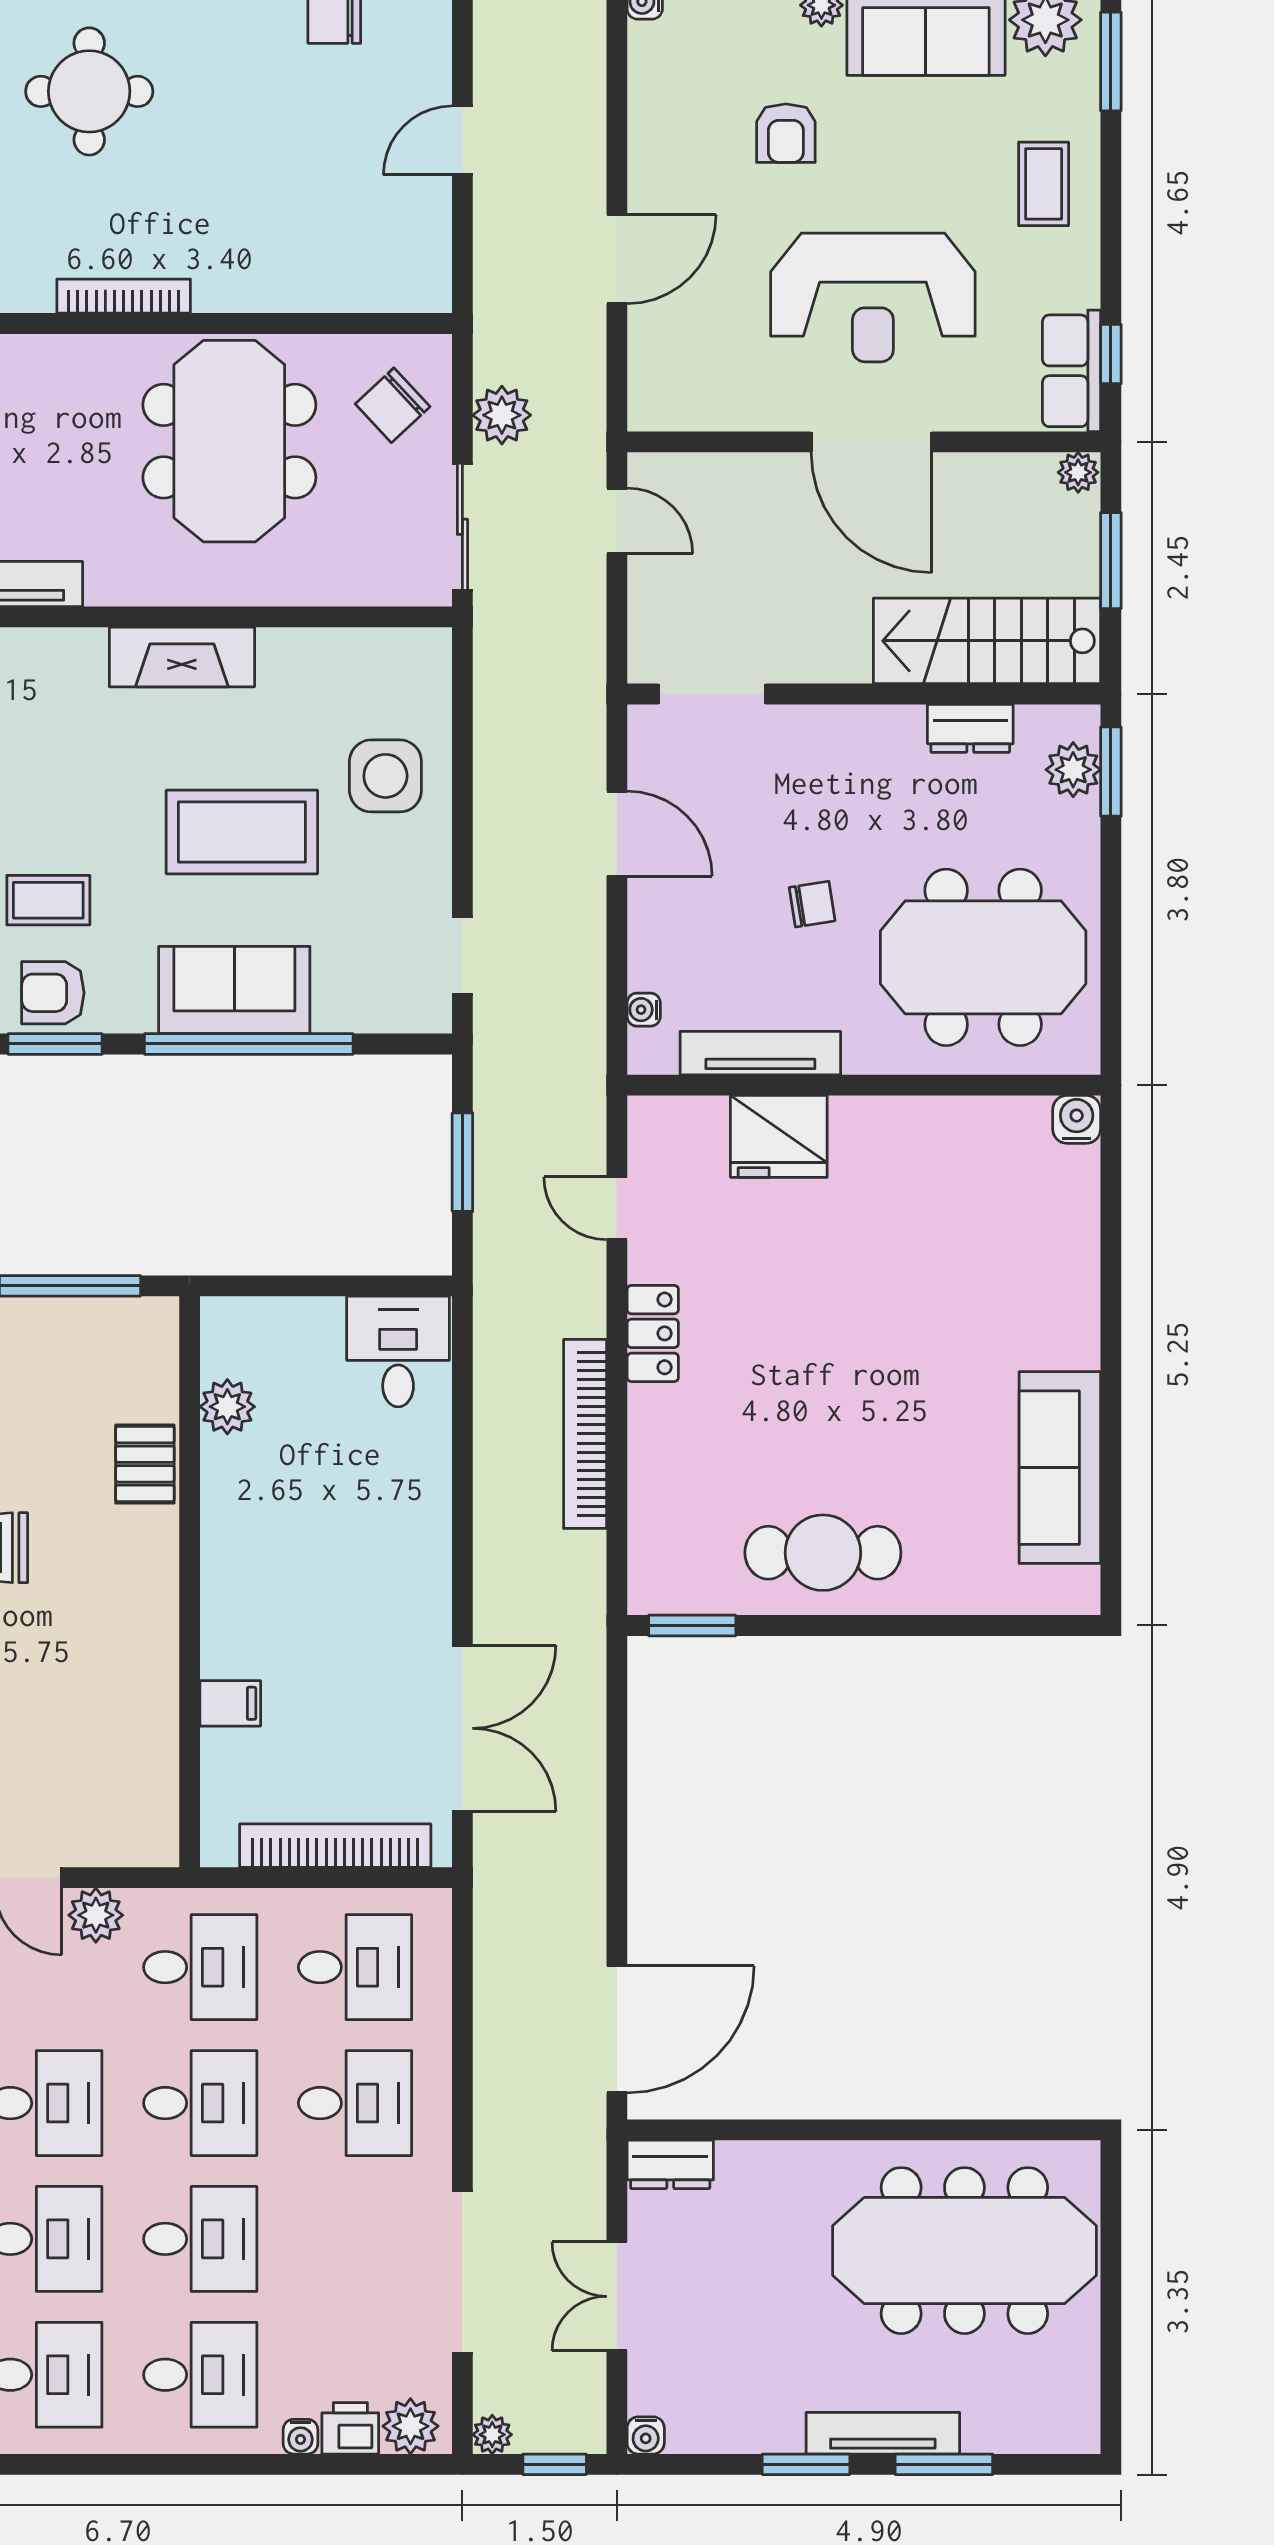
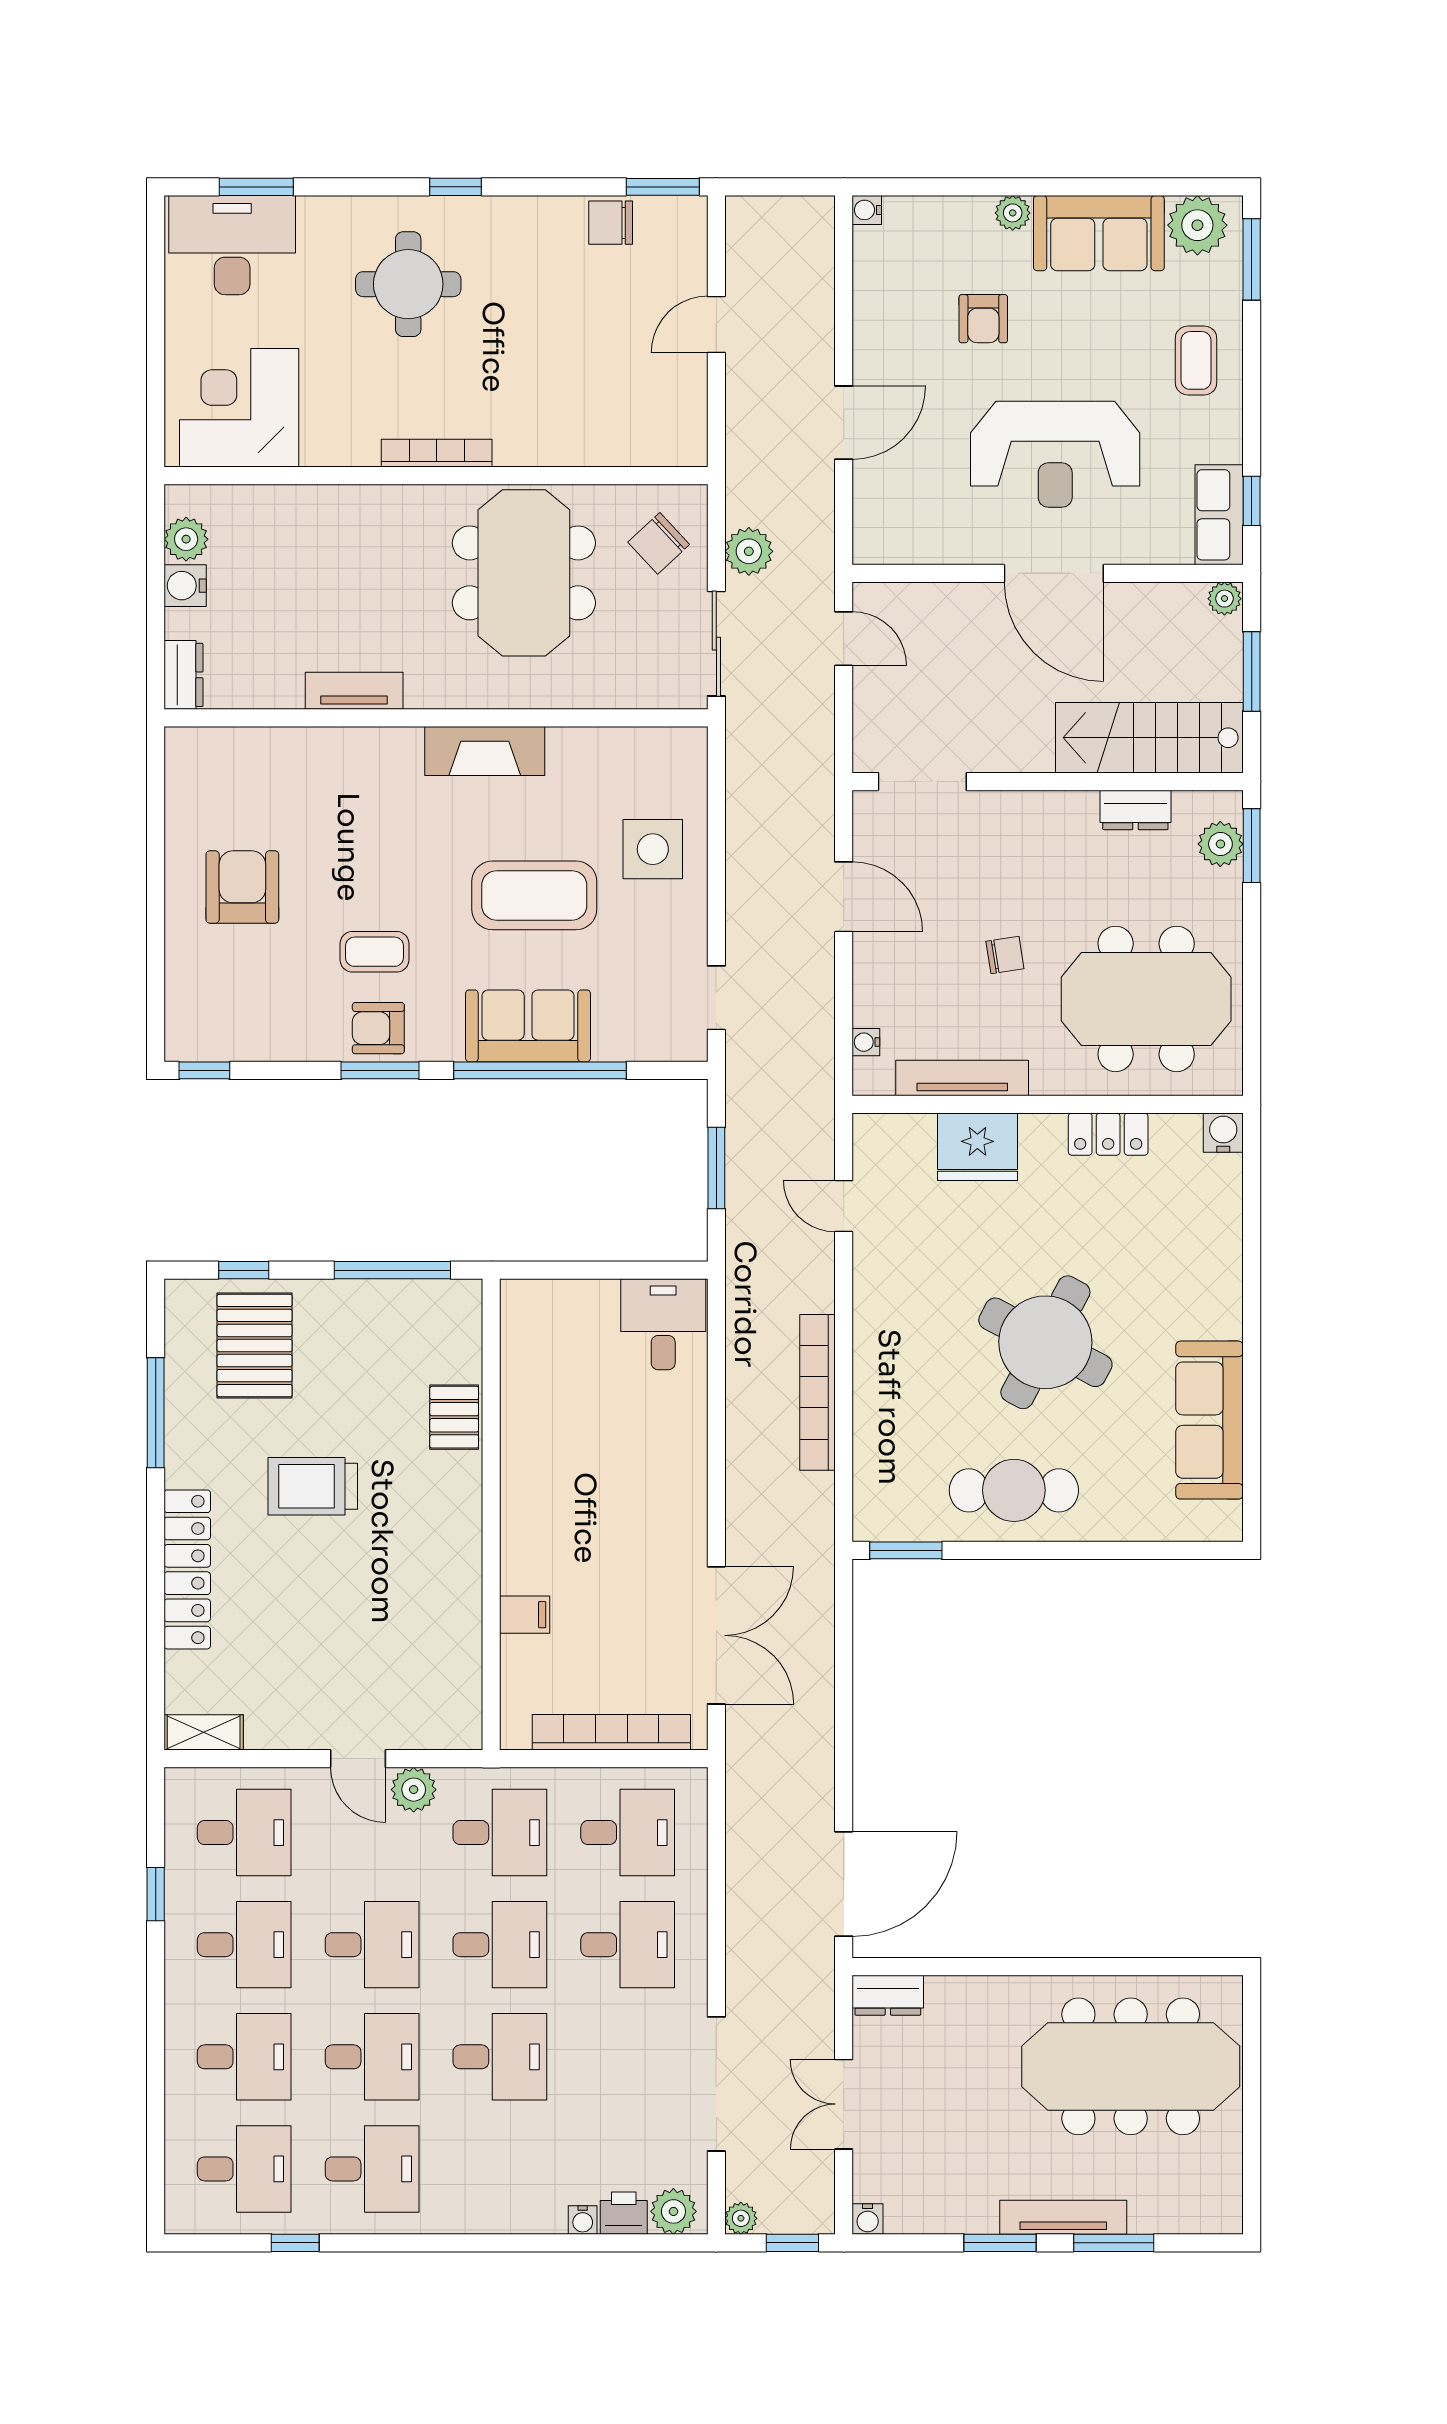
locker: (653, 1333) -> (1108, 1134), moved, turned 90
round table: (861, 1373) -> (1045, 1342), added
plant: (227, 1407) -> (522, 1370), removed
desk: (200, 2375) -> (500, 2169), removed

